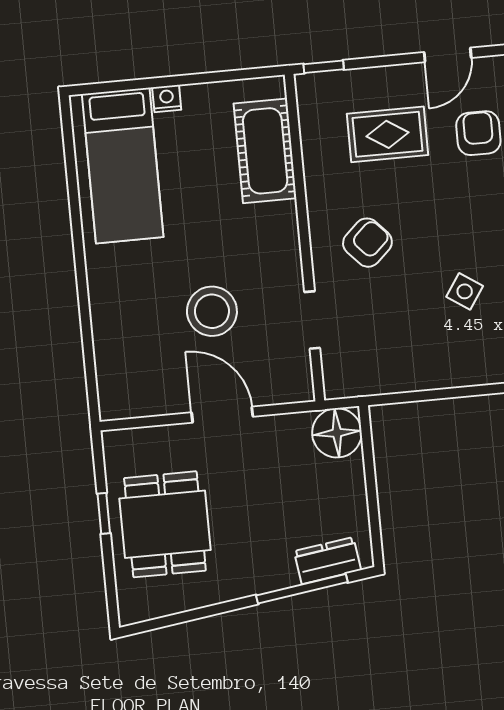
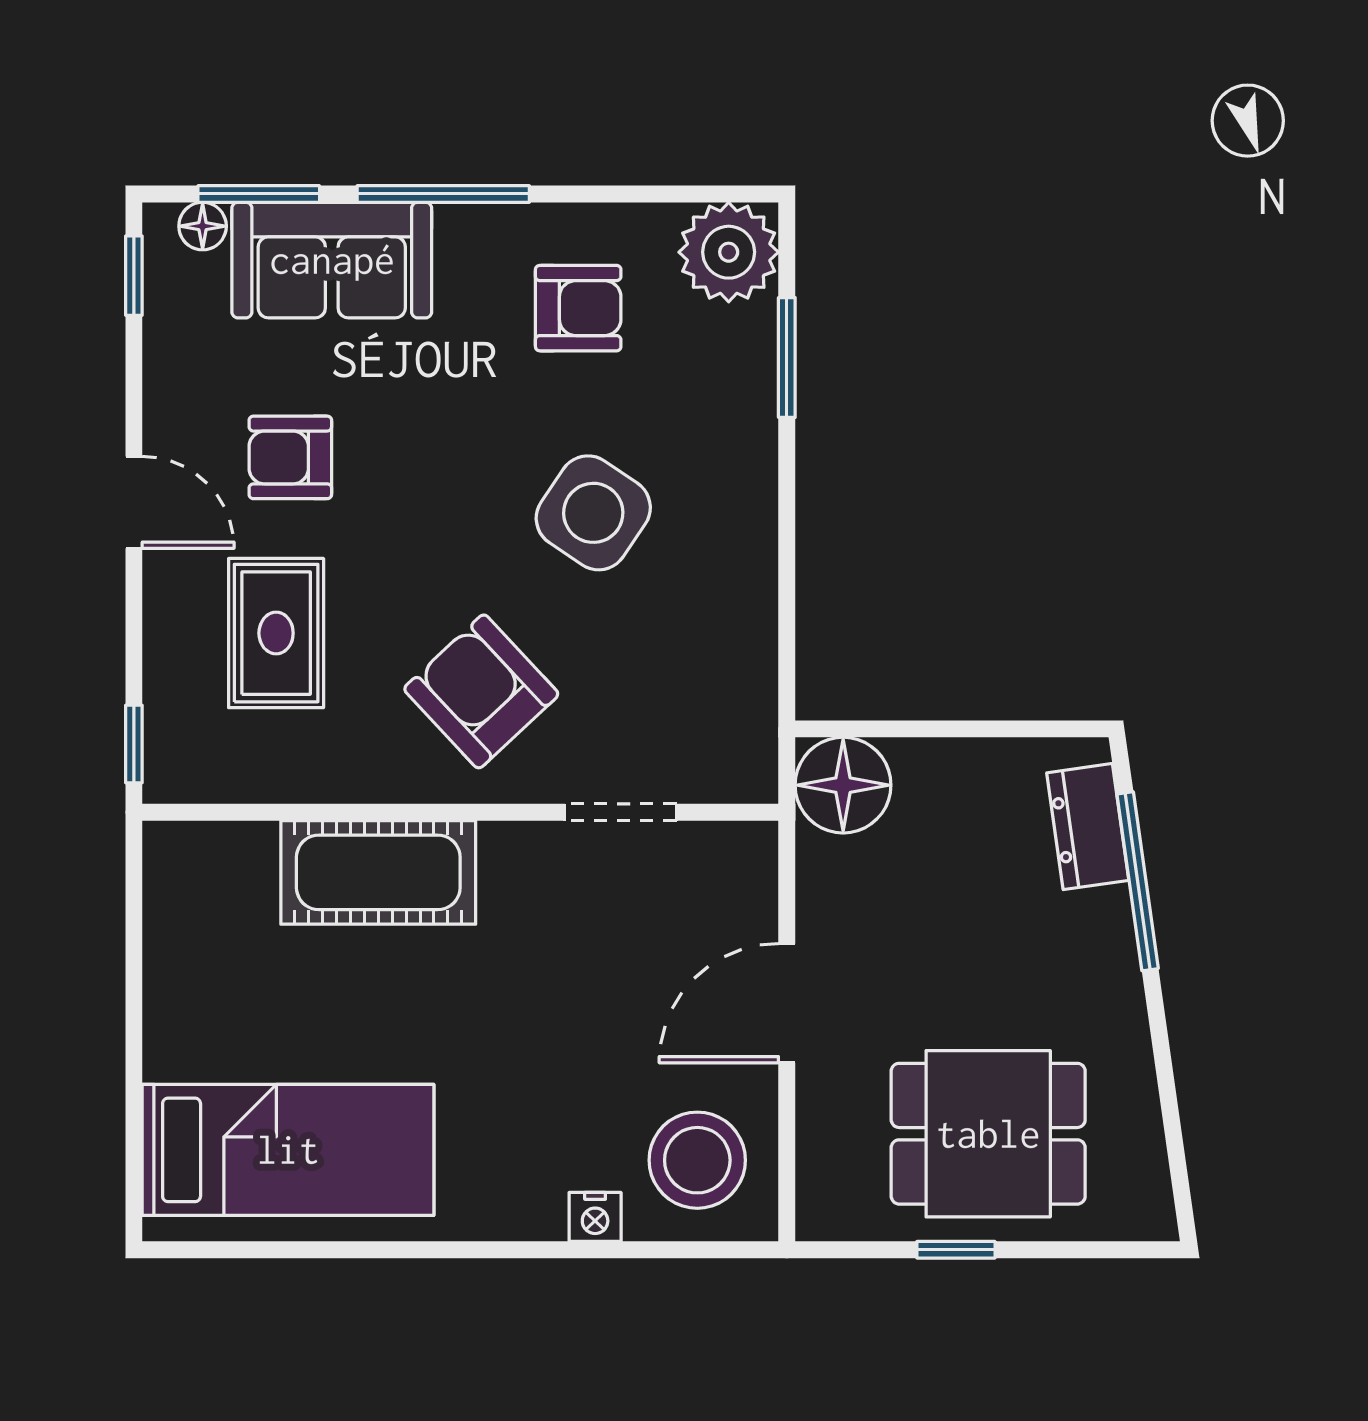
nightstand: (167, 99) -> (595, 1217), moved, turned -90
cot: (265, 151) -> (378, 872), moved
armchair: (367, 243) -> (481, 691), width x1.38, depth x1.38
side table: (465, 291) -> (593, 513), width x1.87, depth x1.87
stool: (212, 311) -> (697, 1160), moved

